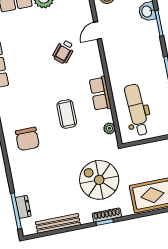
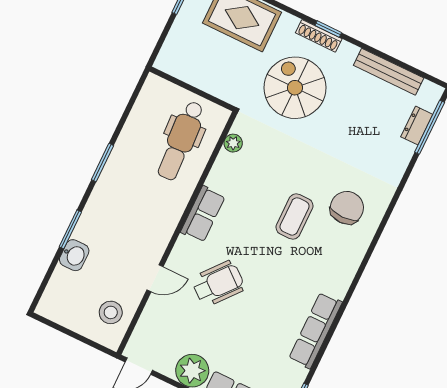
wheelchair: (64, 52) -> (218, 284), width x1.36, depth x1.37
row of seats: (100, 94) -> (203, 214), moved
coffee table: (67, 114) -> (295, 216), moved
spiral stairs: (99, 180) -> (295, 88), turned 180

